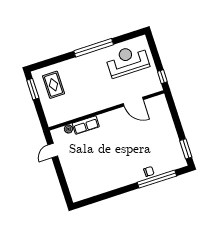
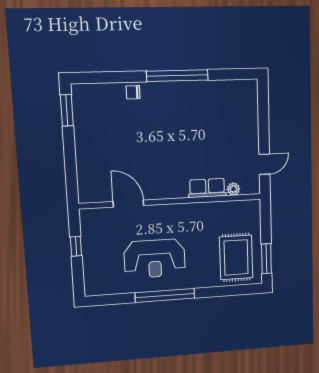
reception desk: (127, 61) -> (155, 259), moved
window: (162, 77) -> (76, 246), moved
rug: (54, 85) -> (236, 257), width x1.36, depth x1.43
window: (157, 179) -> (177, 76), moved

